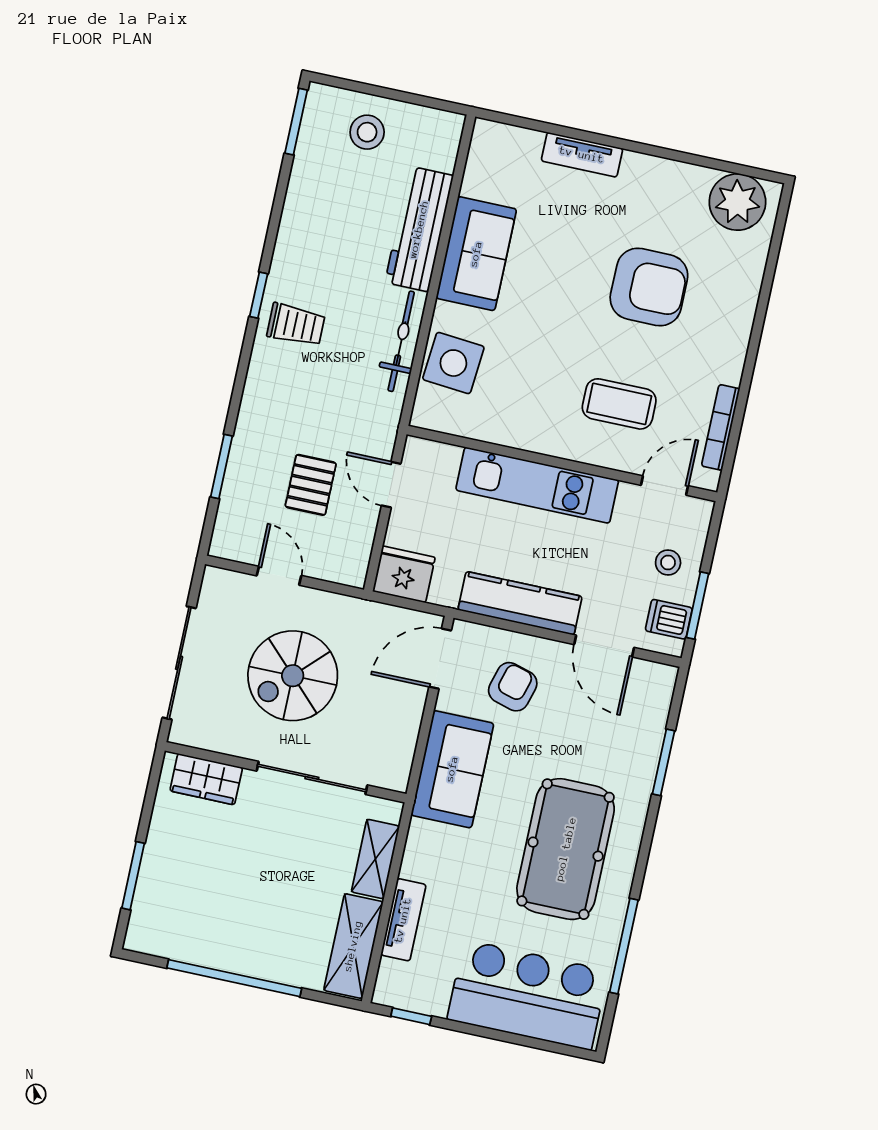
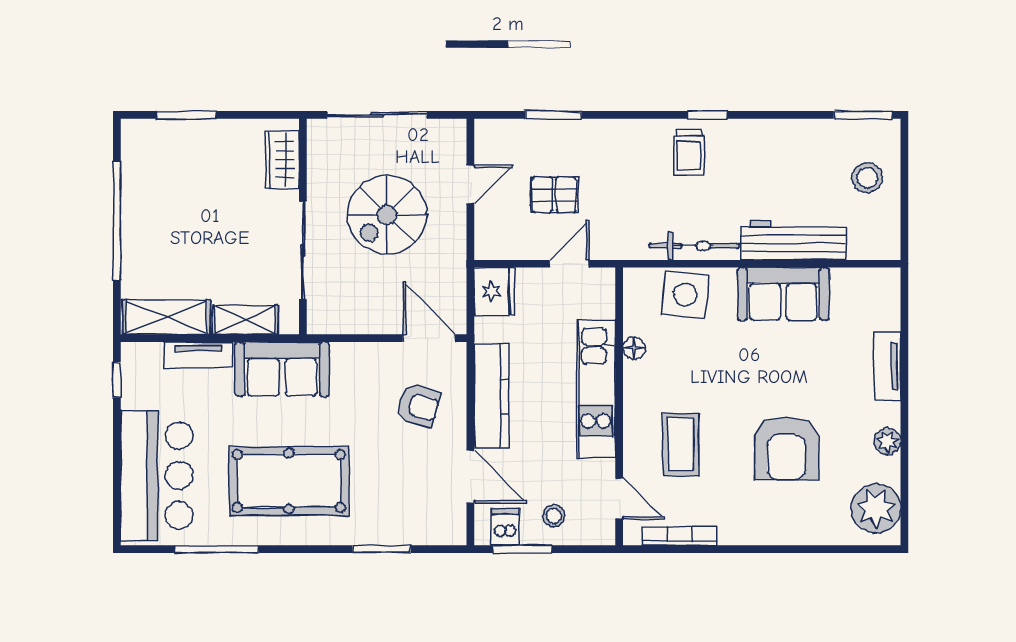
plant: (666, 173) -> (887, 442), added
floor lamp: (500, 433) -> (634, 348), added
door: (604, 646) -> (470, 476), swing flipped
spiral stairs: (293, 676) -> (387, 215), turned -90
sofa: (452, 769) -> (282, 369), moved

